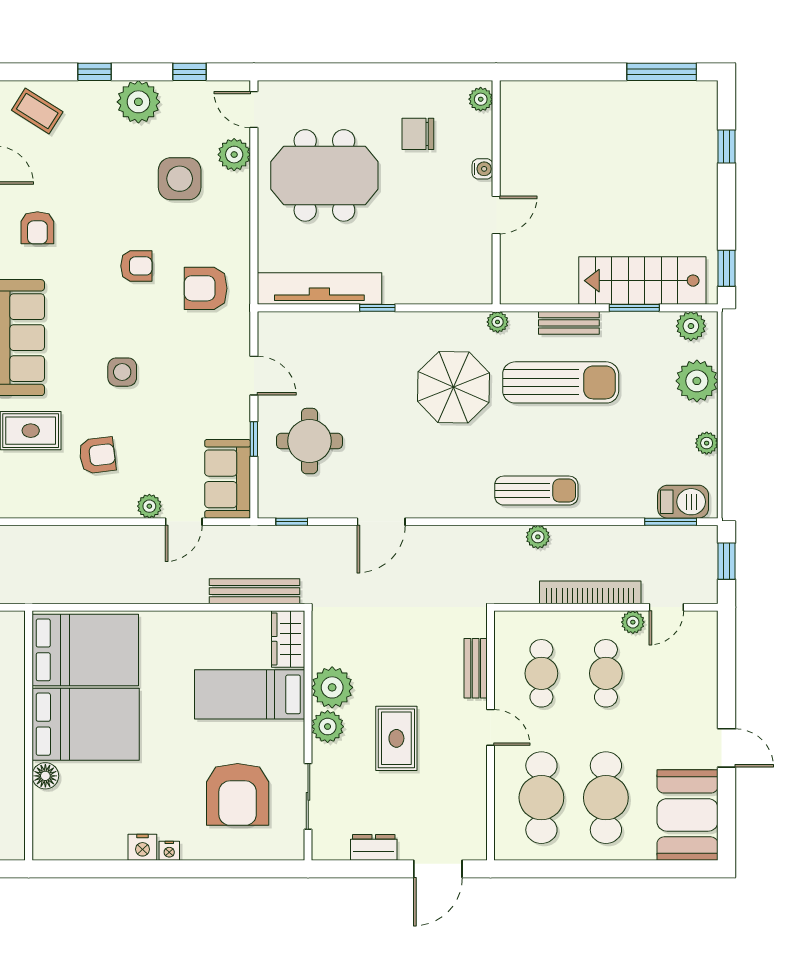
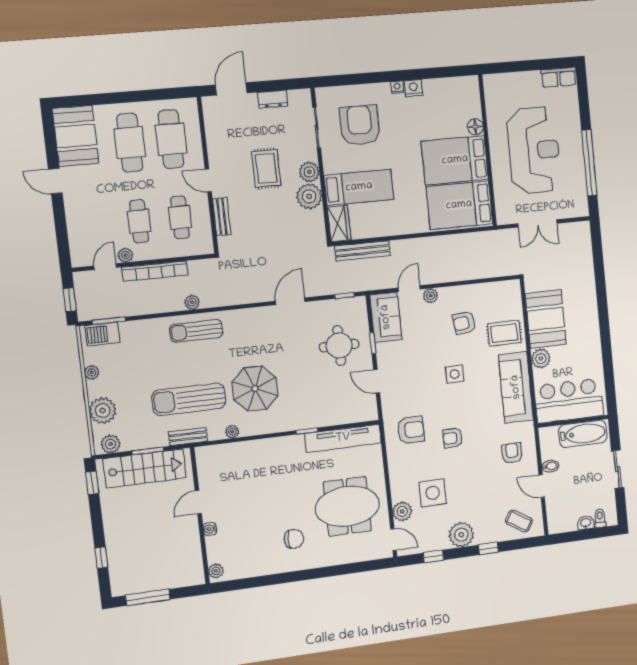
plant: (481, 99) -> (216, 571), moved
water cooler: (482, 169) -> (210, 529), moved
wall: (496, 192) -> (200, 516), moved
door: (496, 215) -> (198, 502), moved

